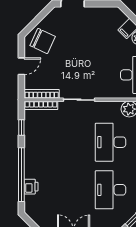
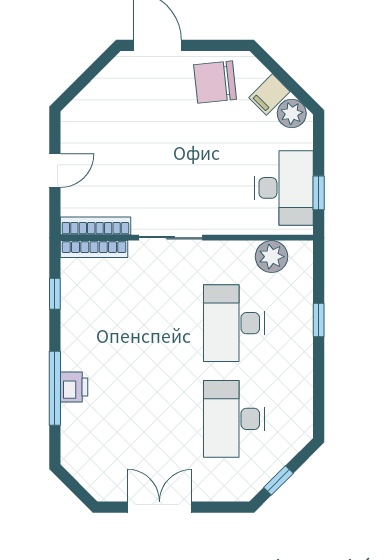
chair: (43, 41) -> (215, 82), moved, turned 149
window: (21, 175) -> (55, 388), width x0.68
printer: (31, 187) -> (74, 387), moved

